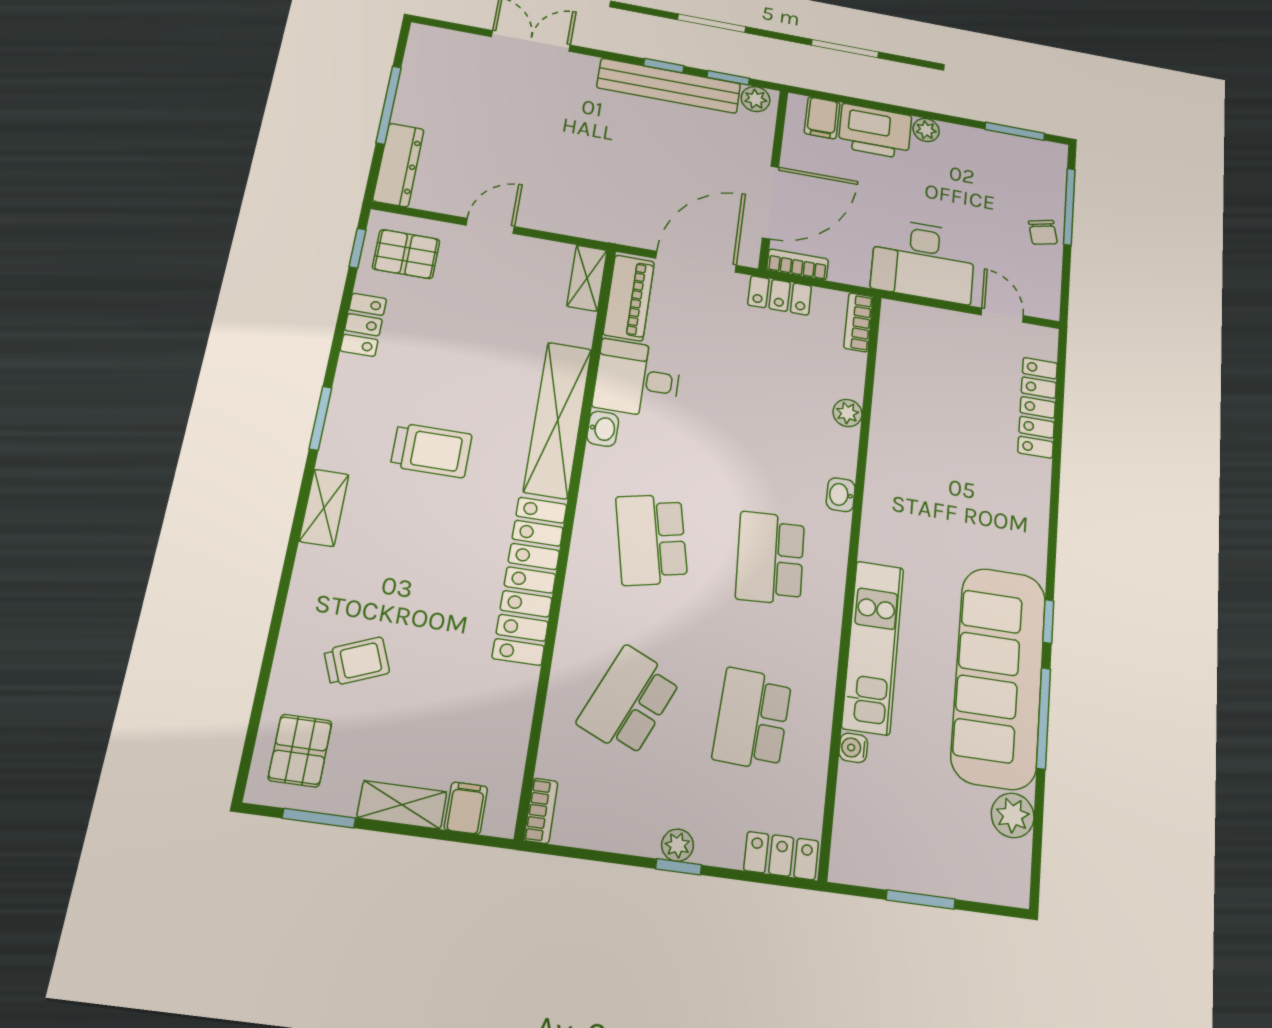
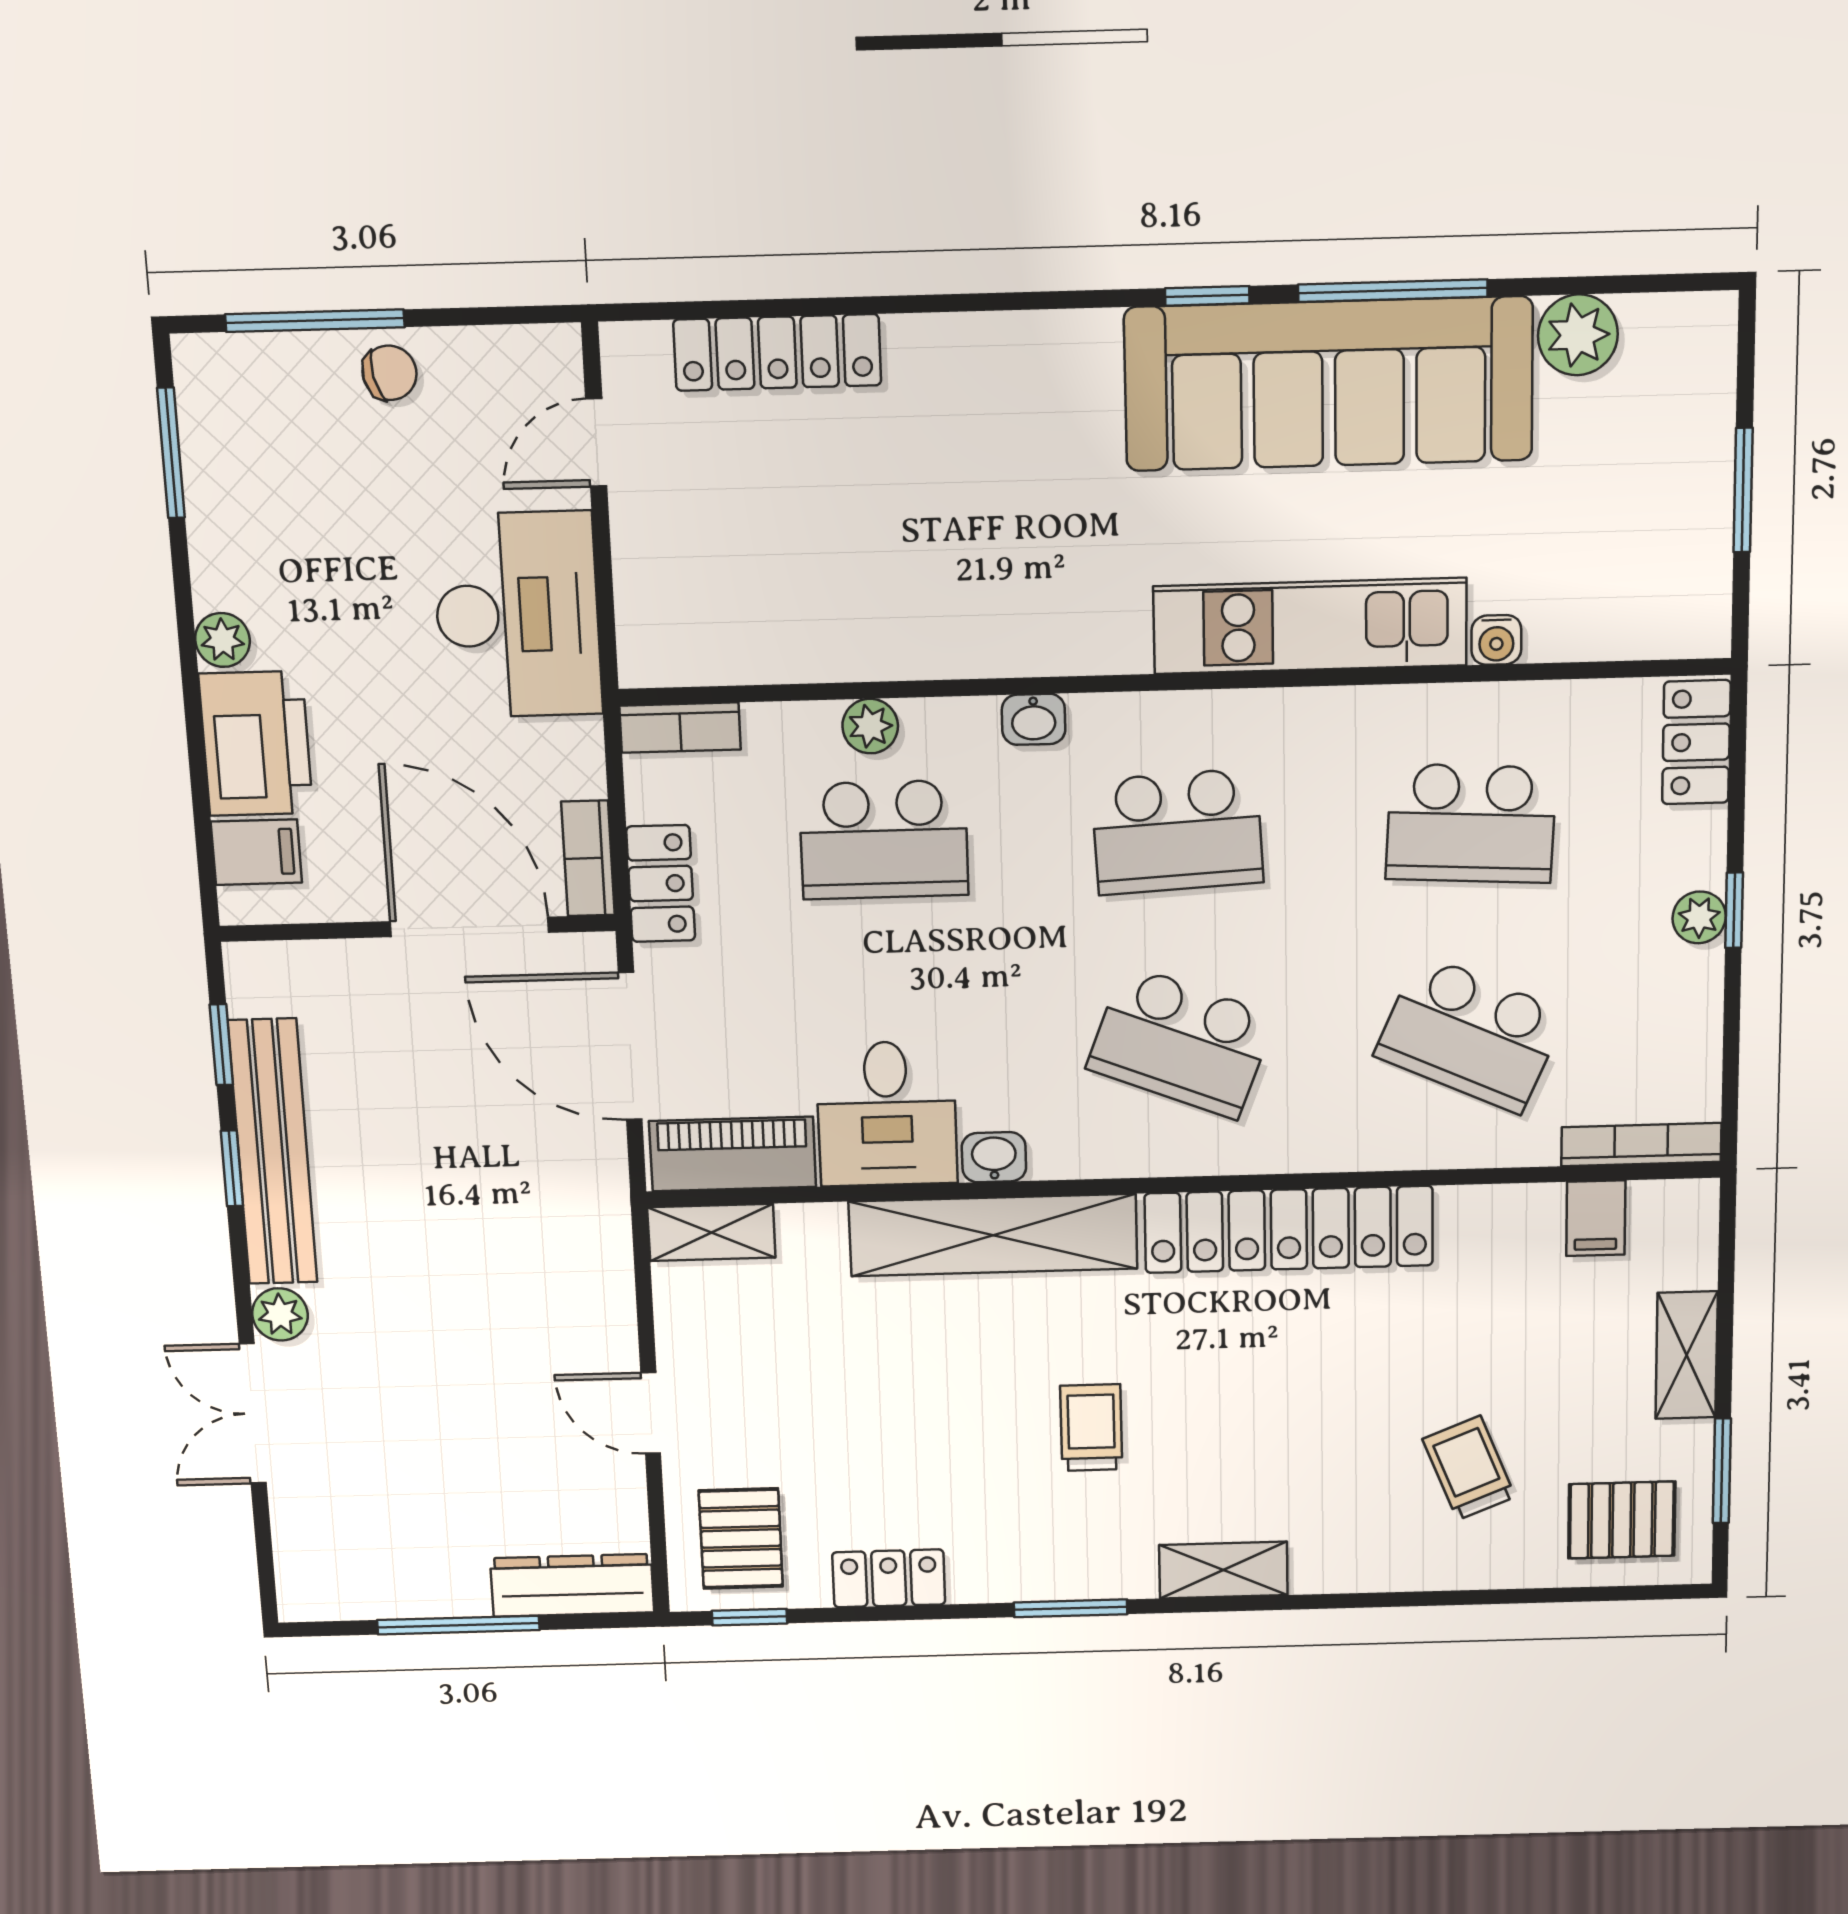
plant: (756, 99) -> (280, 1314), moved
school desk: (787, 408) -> (884, 840), added
trolley: (431, 450) -> (1091, 1428), width x0.73, depth x0.72
school desk: (652, 539) -> (1181, 1042), turned 33
filing cabinet: (466, 808) -> (1596, 1218), moved, turned -90
bookcase: (541, 811) -> (1641, 1145), width x1.56

